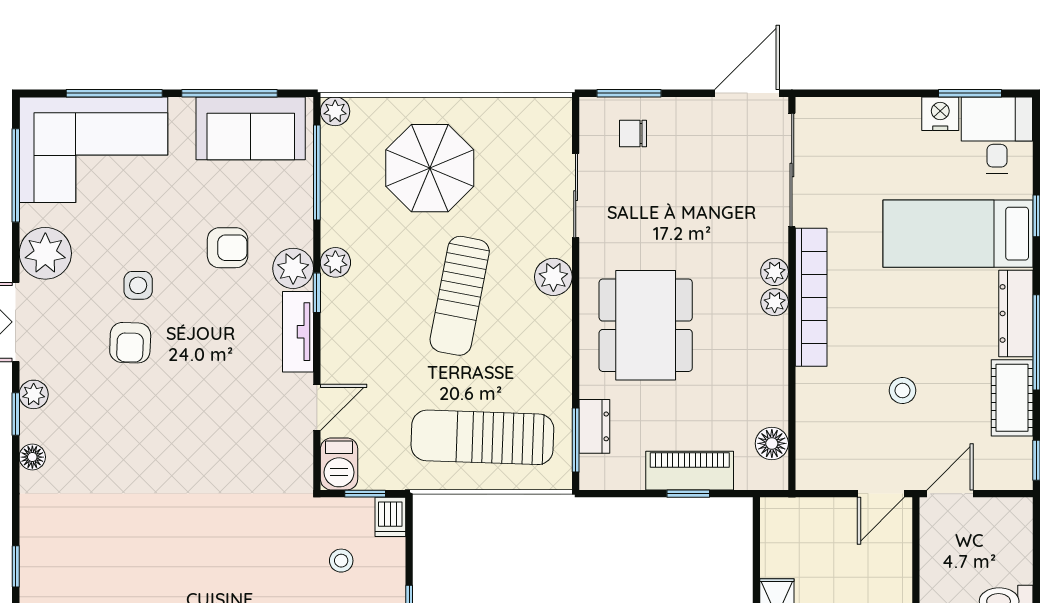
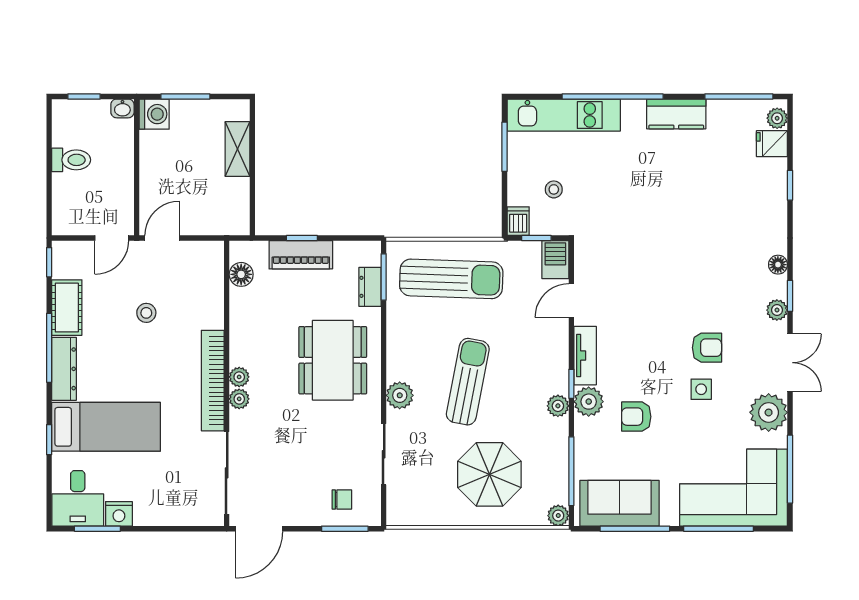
armchair: (130, 343) -> (707, 348), turned 88

